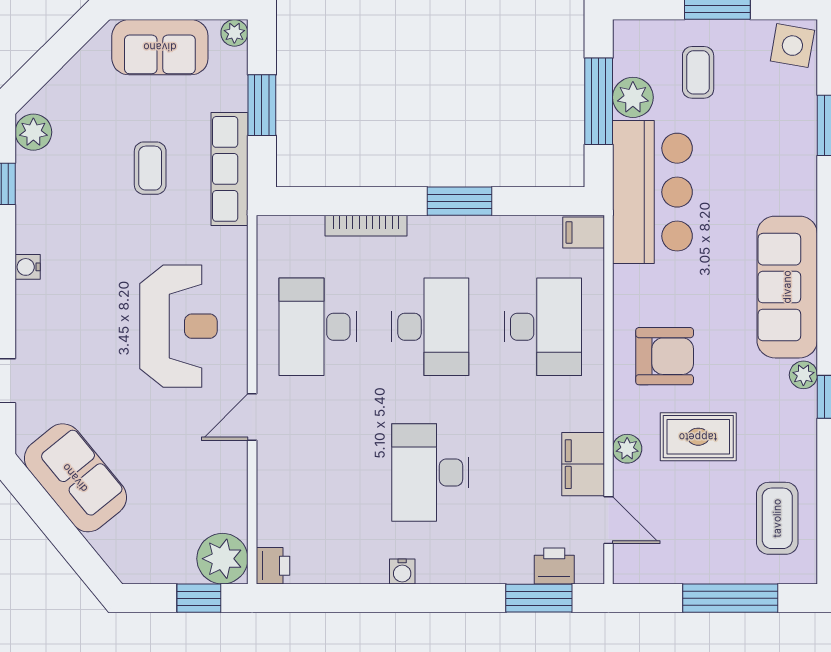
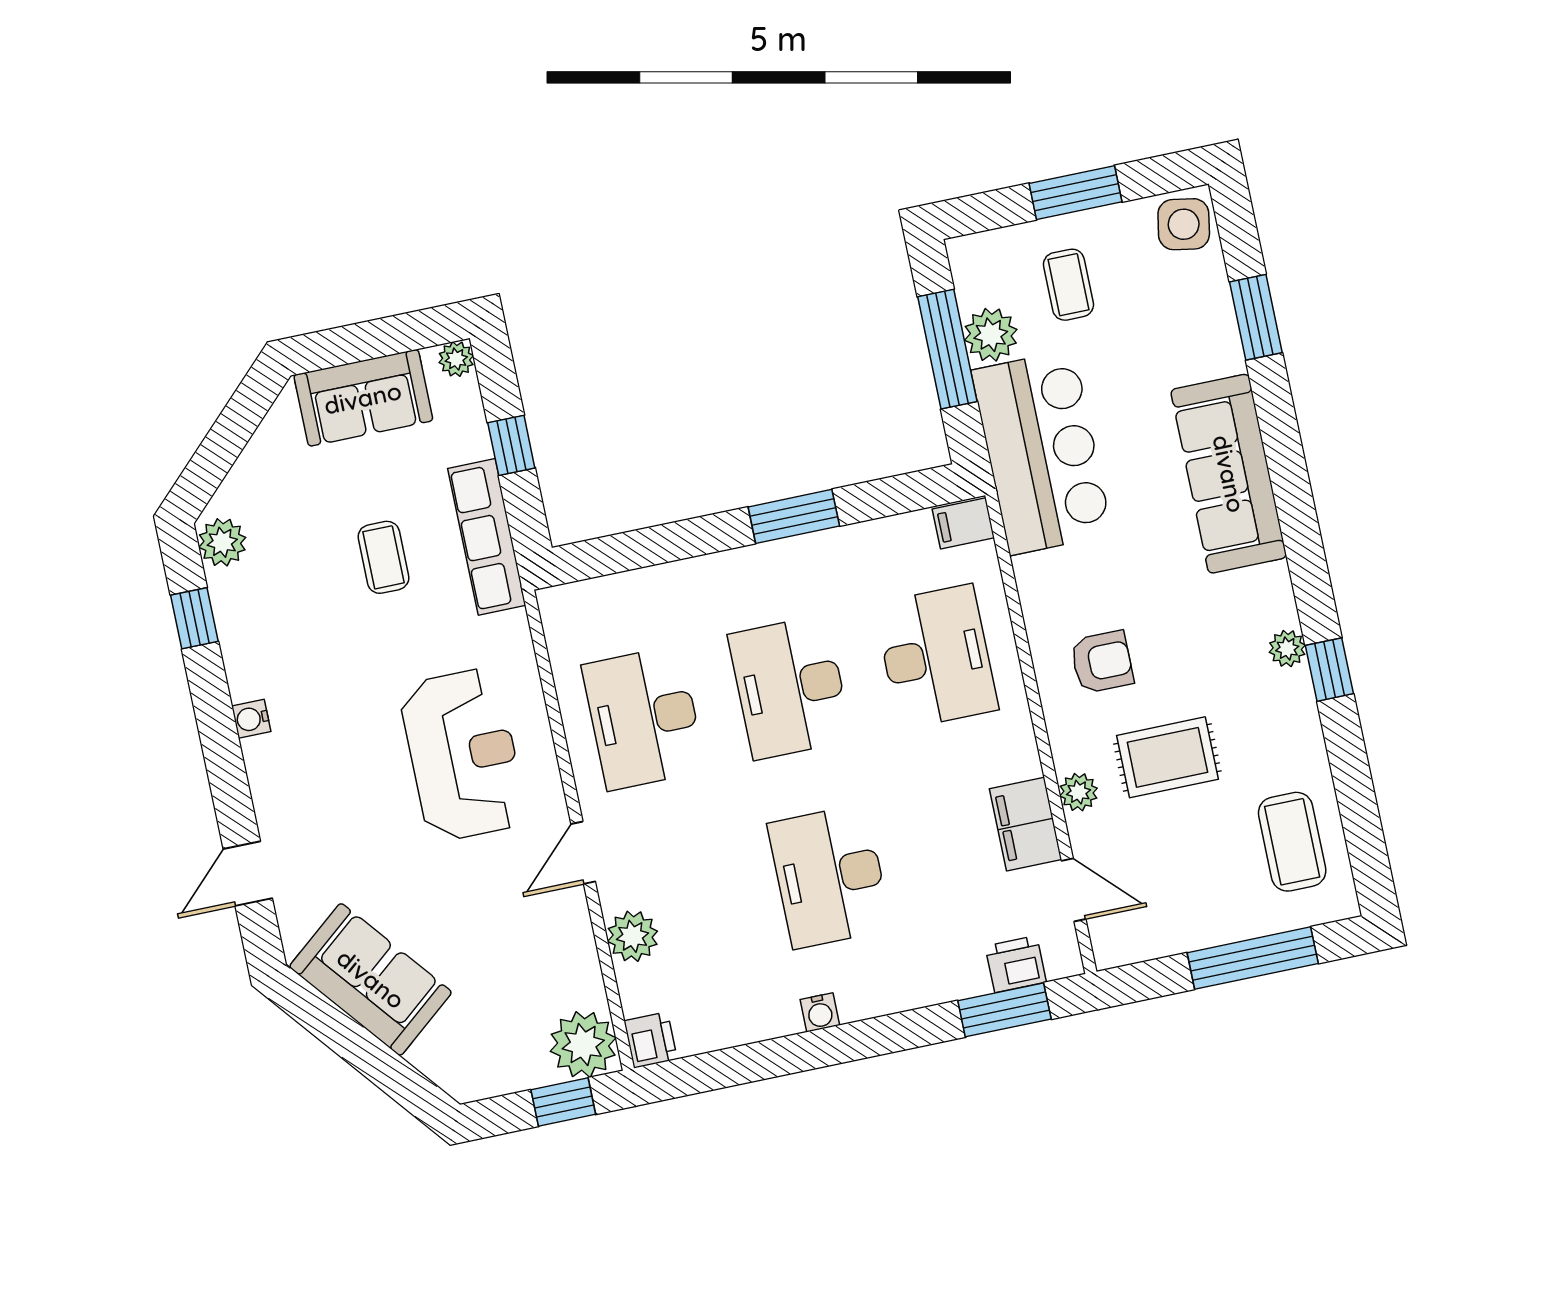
window: (262, 105) -> (511, 445), width x0.67
bookcase: (366, 226) -> (679, 573), removed
sofa: (787, 287) -> (1229, 474), moved
desk: (430, 327) -> (790, 687), turned 180
armchair: (665, 356) -> (1102, 662), width x0.72, depth x0.72
plant: (276, 486) -> (633, 936), added

